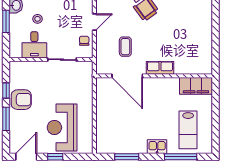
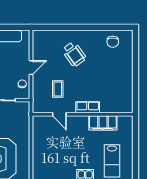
door: (127, 76) -> (59, 114), width x0.53
filing cabinet: (196, 86) -> (103, 123), moved

